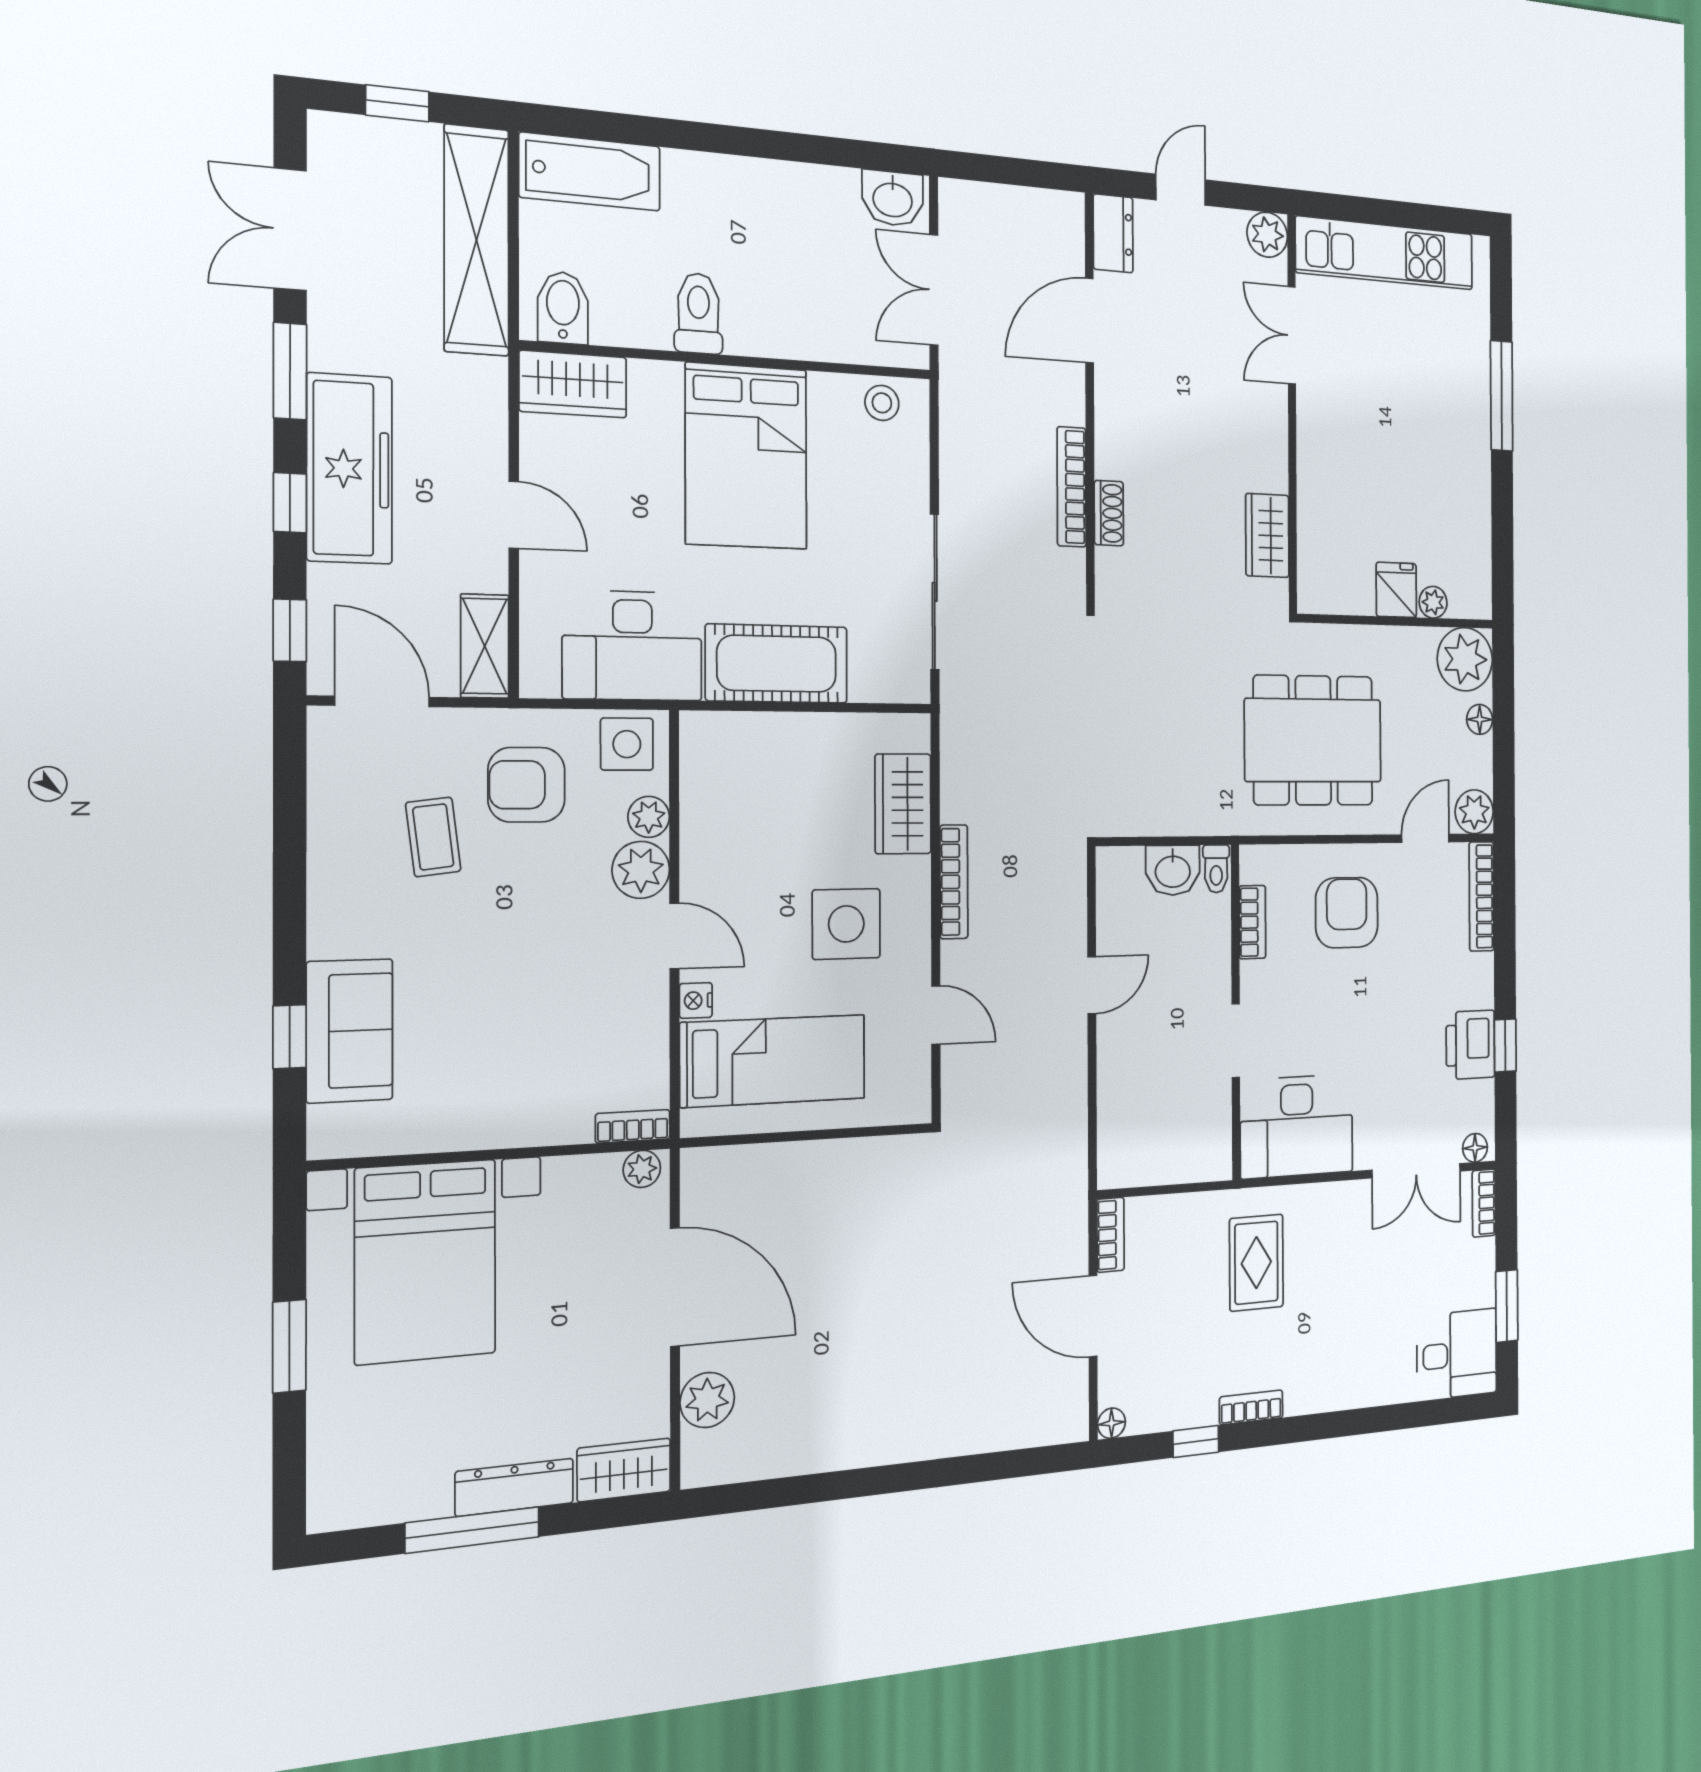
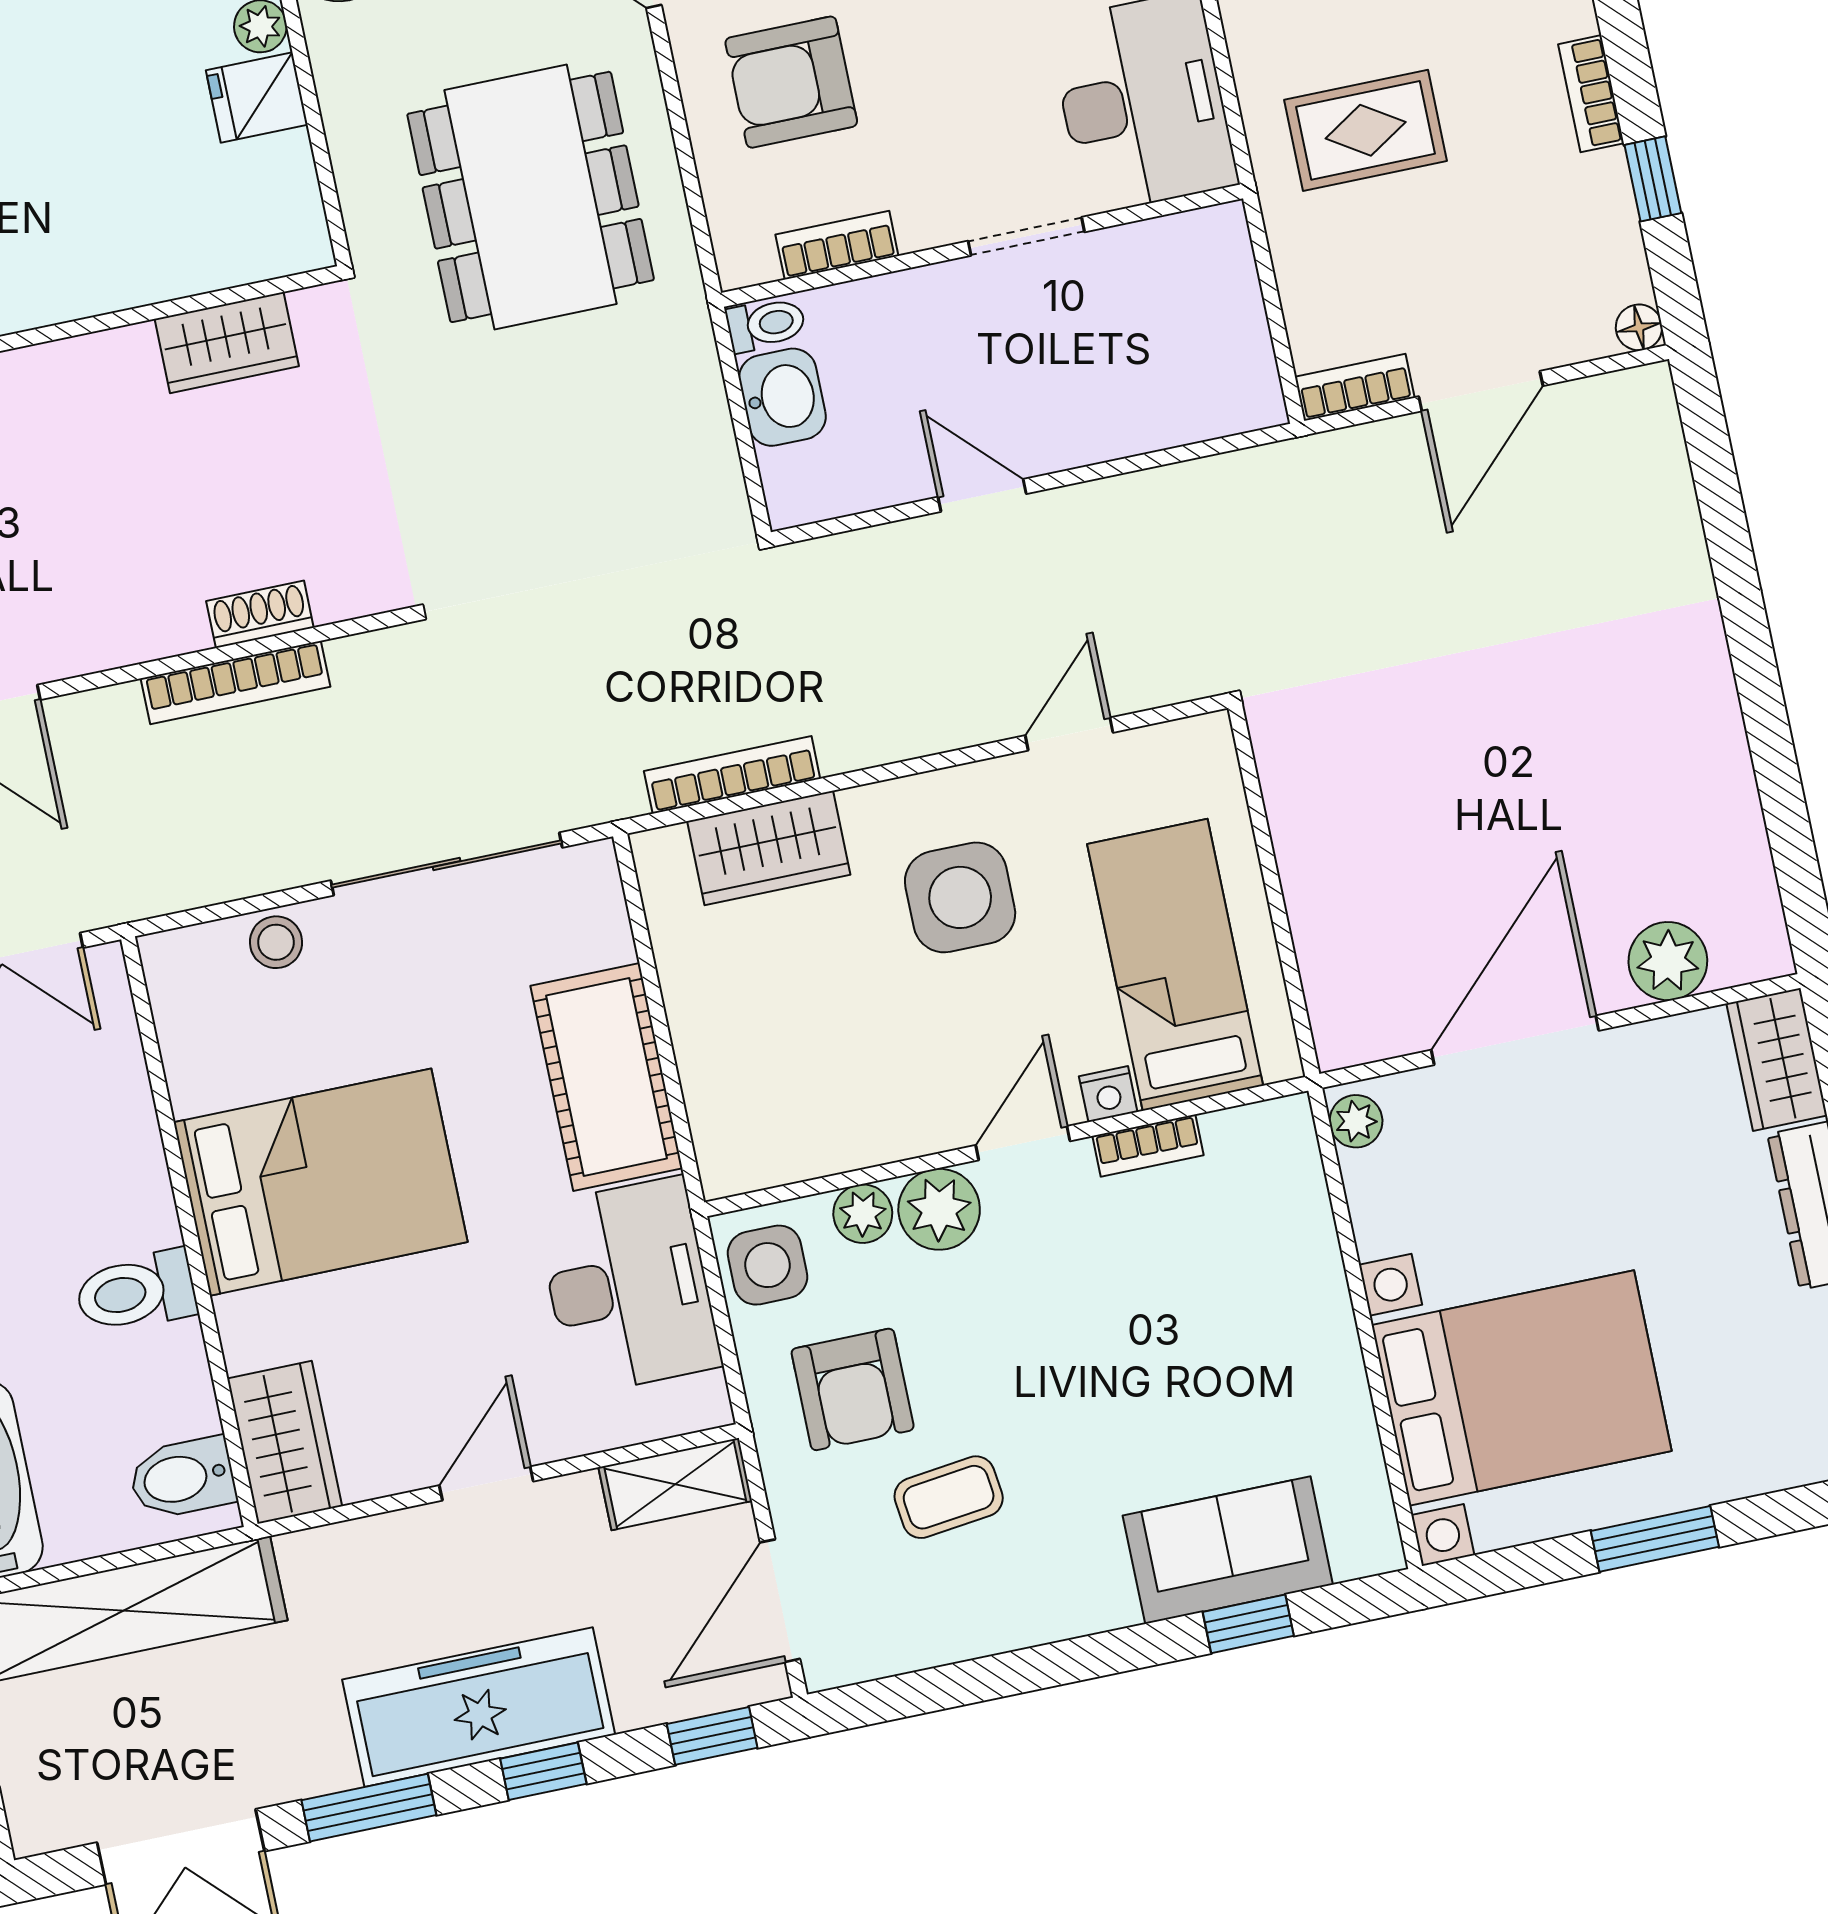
stool: (882, 403) -> (276, 942), moved
bookcase: (954, 882) -> (732, 775), moved
bookcase: (633, 1126) -> (1148, 1146), moved, turned -90

